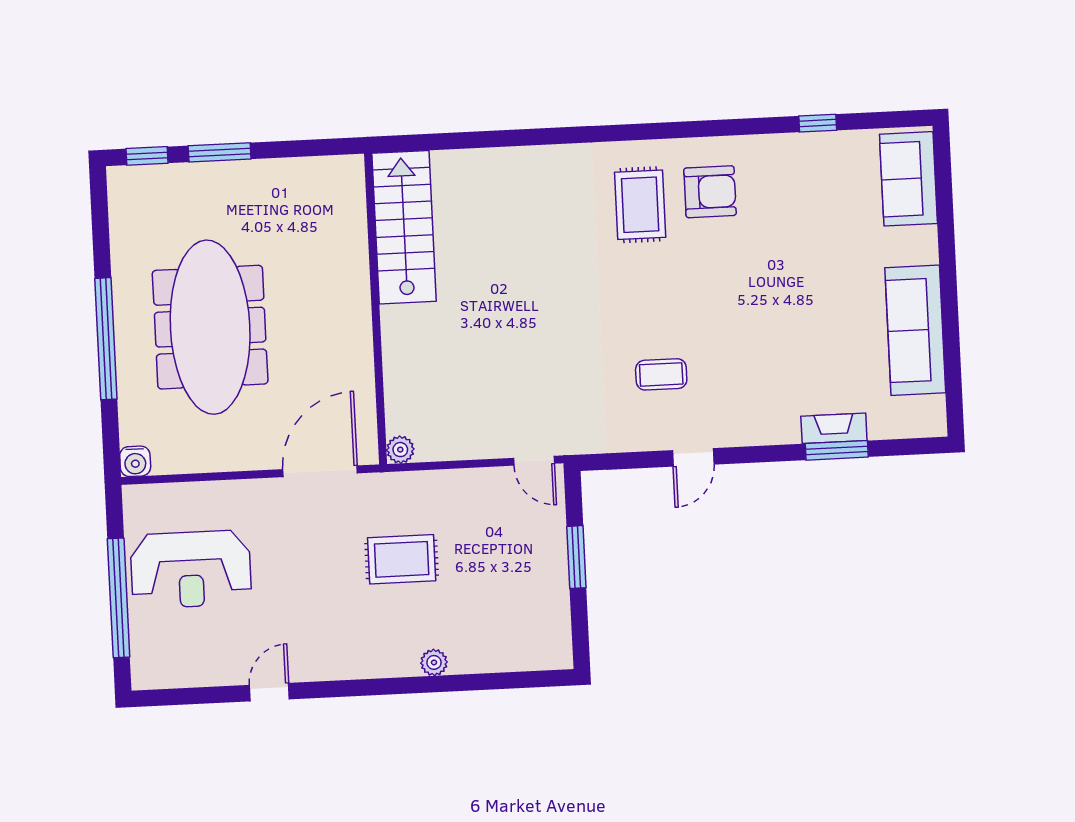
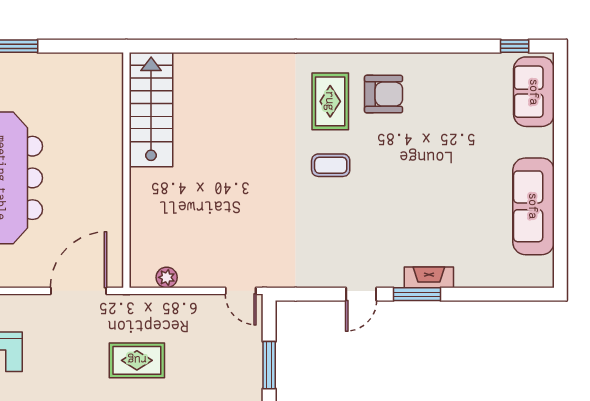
window: (818, 123) -> (515, 46), moved
coffee table: (661, 374) -> (331, 165), moved
fireplace: (834, 428) -> (429, 277), moved
plant: (400, 450) -> (167, 277), moved
window: (837, 450) -> (417, 294), moved

